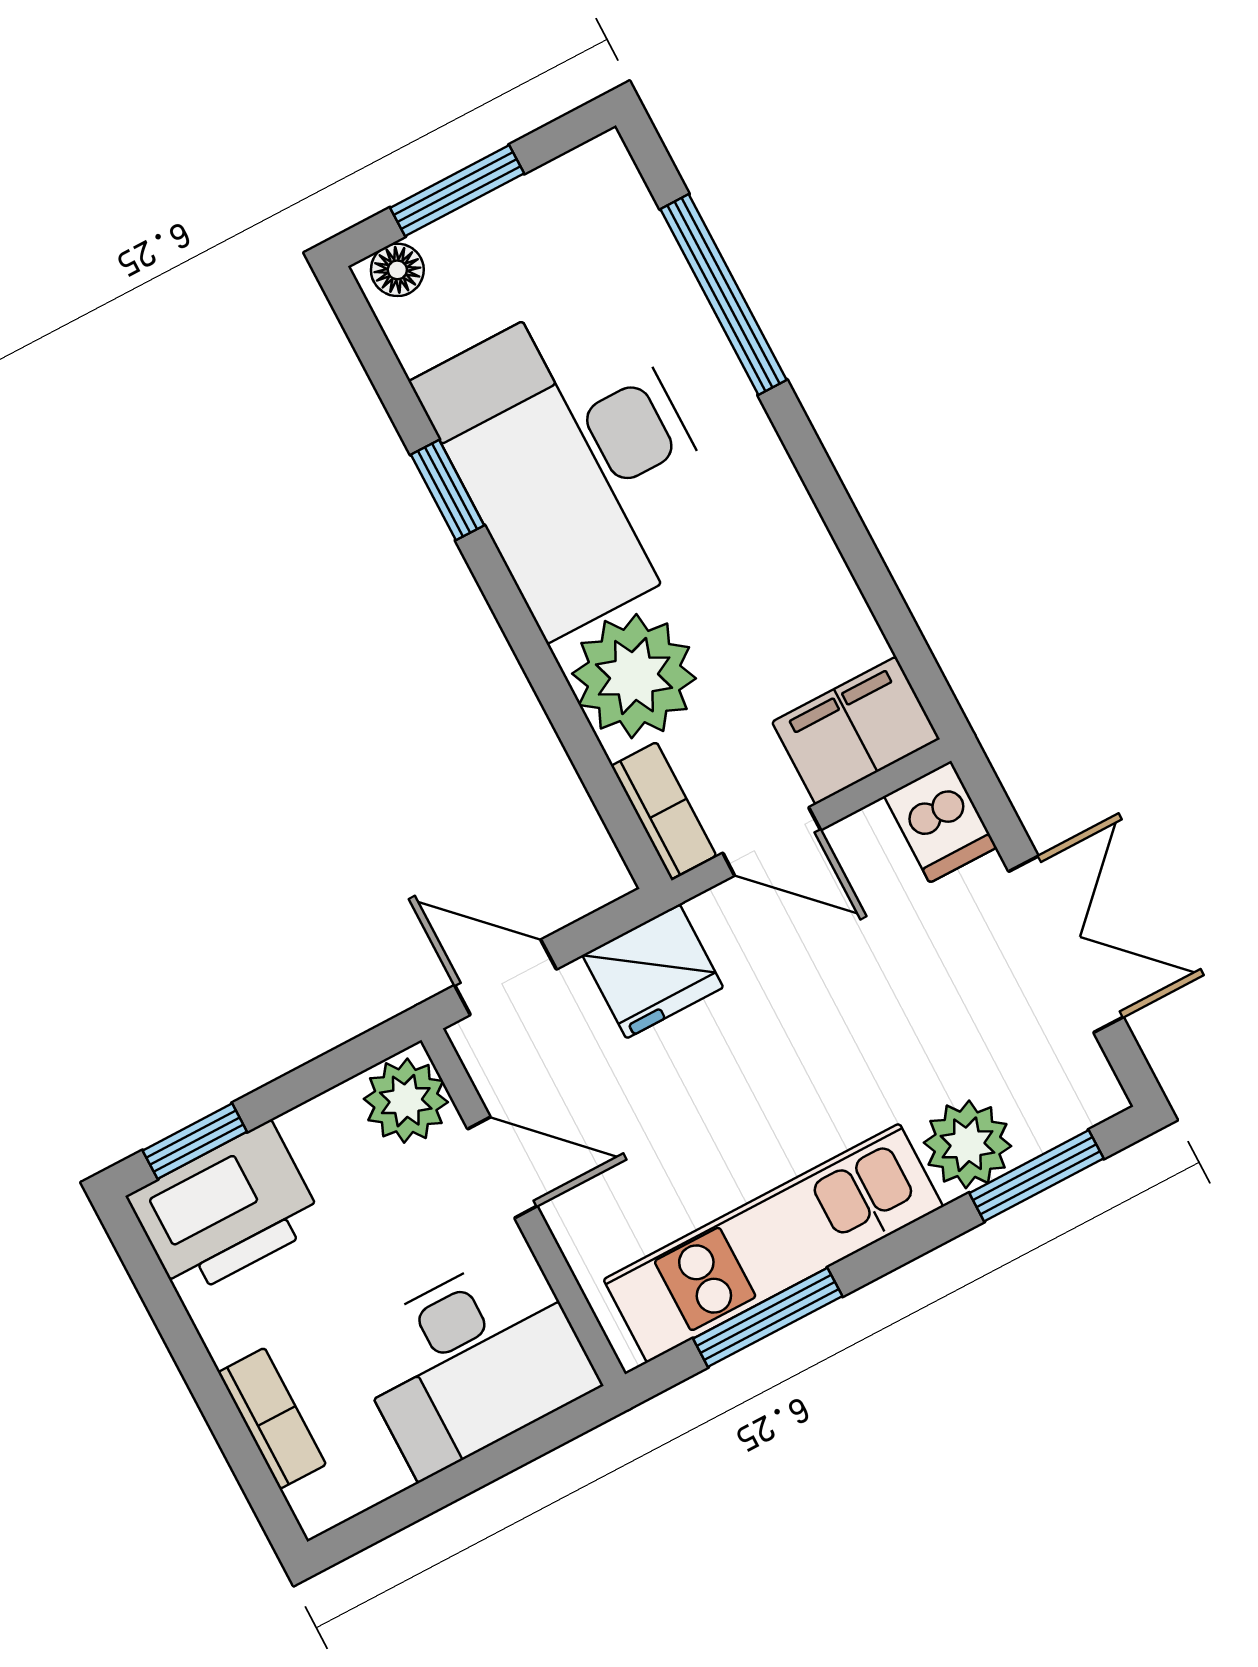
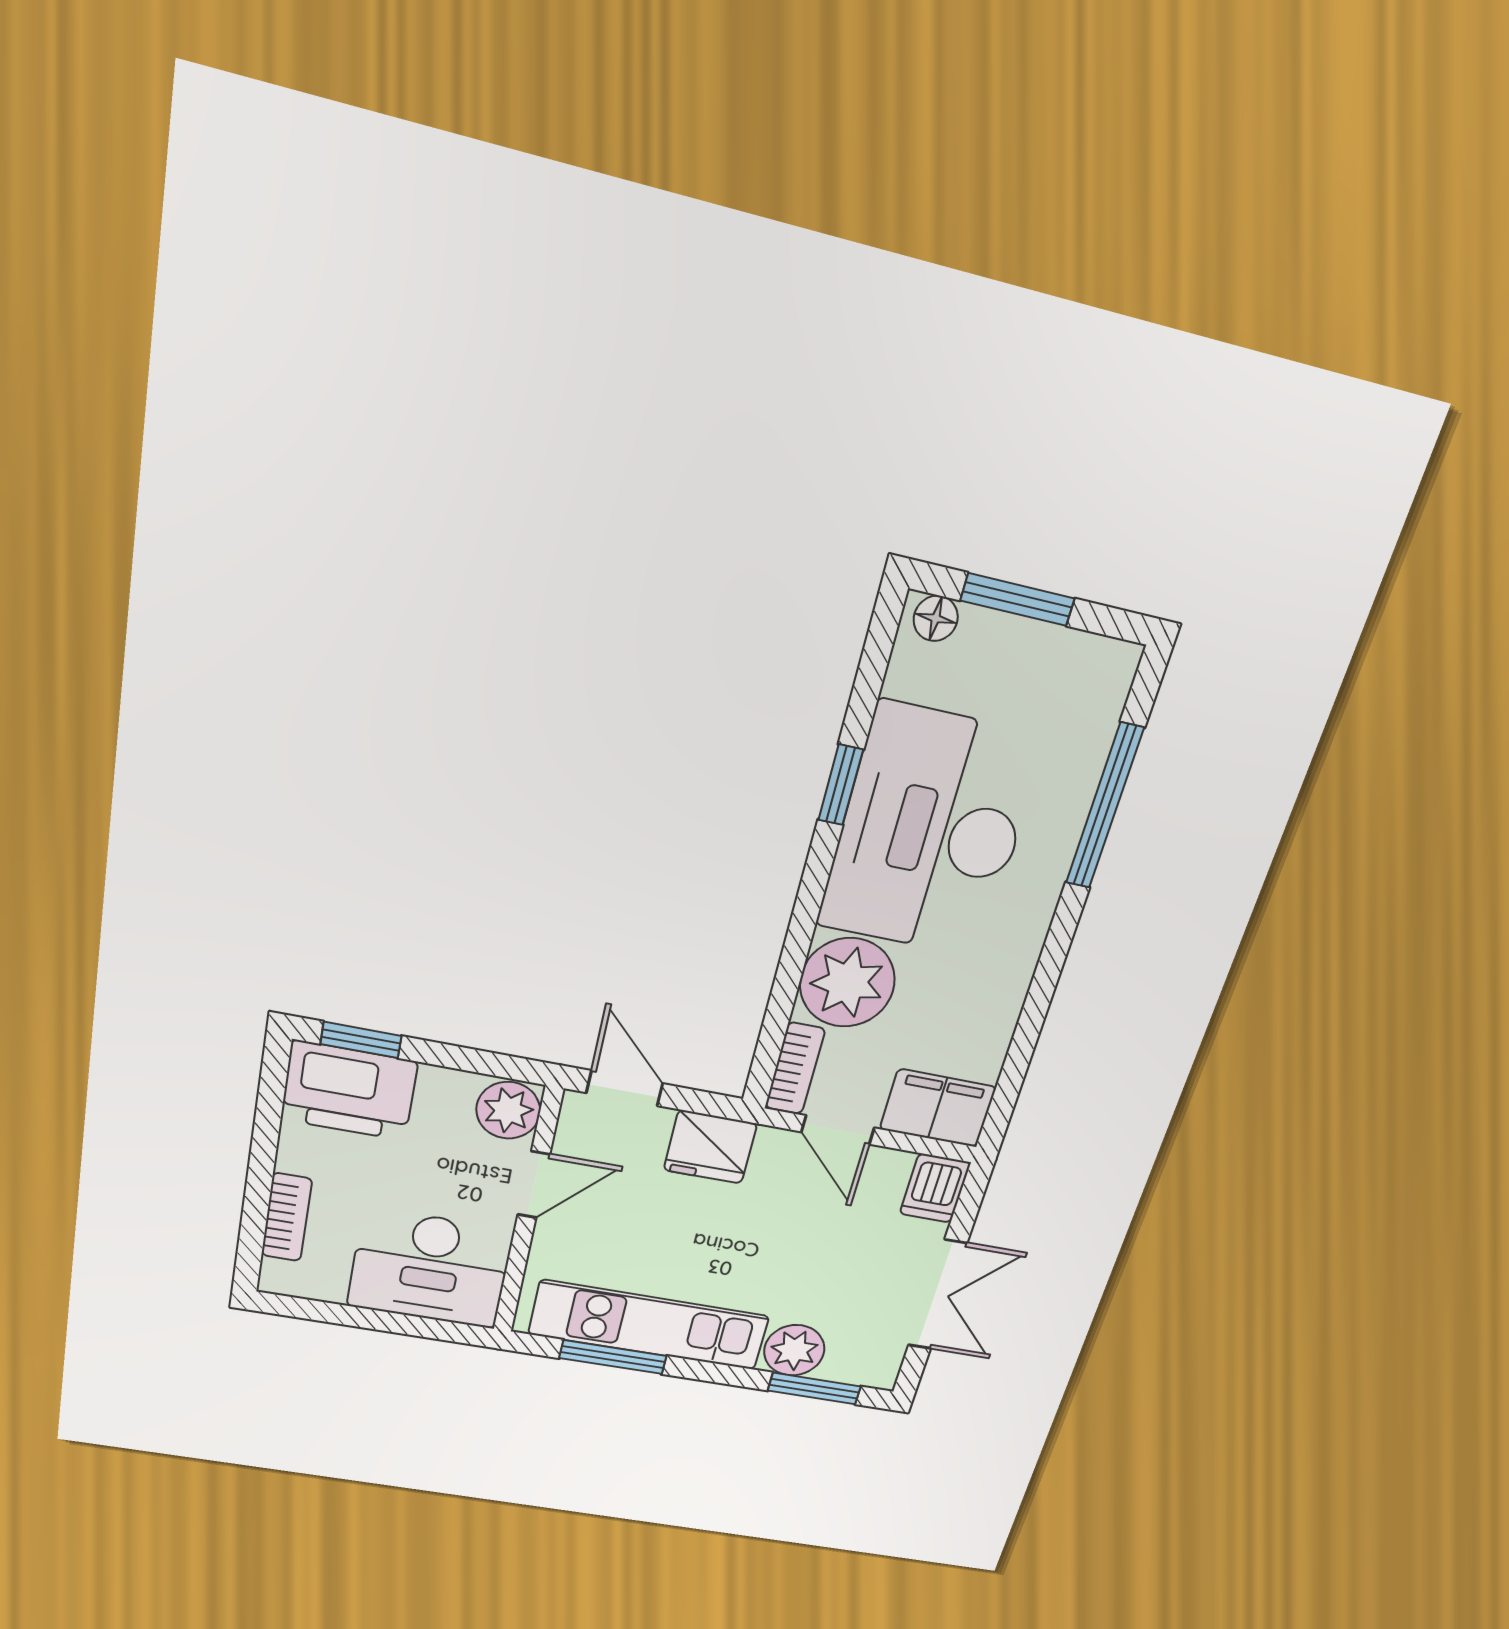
door: (502, 1168) -> (534, 1185), hinge flipped

